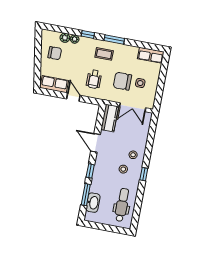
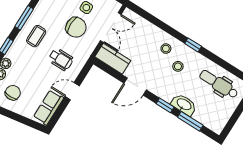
chair: (122, 81) -> (76, 27), turned -90
washbasin: (93, 203) -> (184, 105), moved

